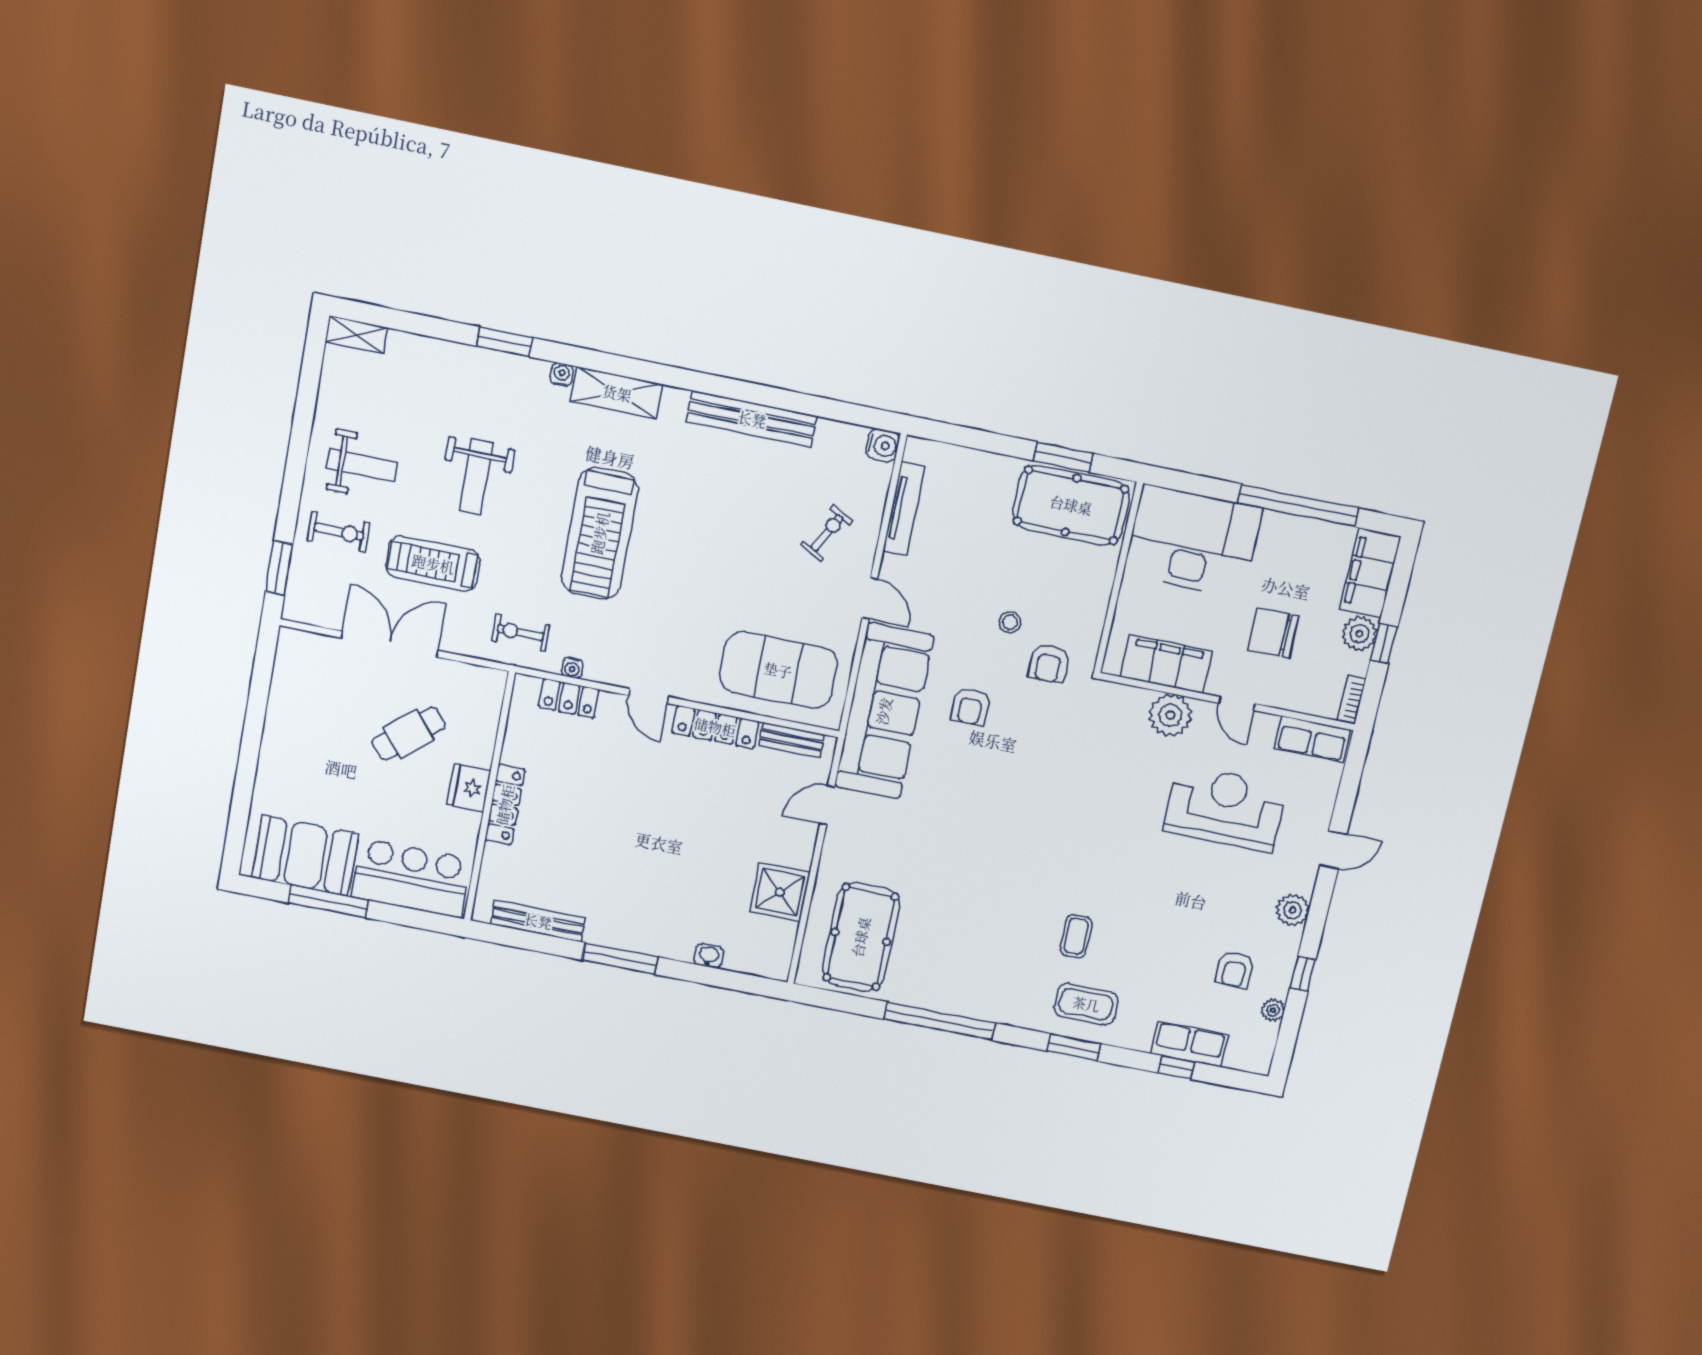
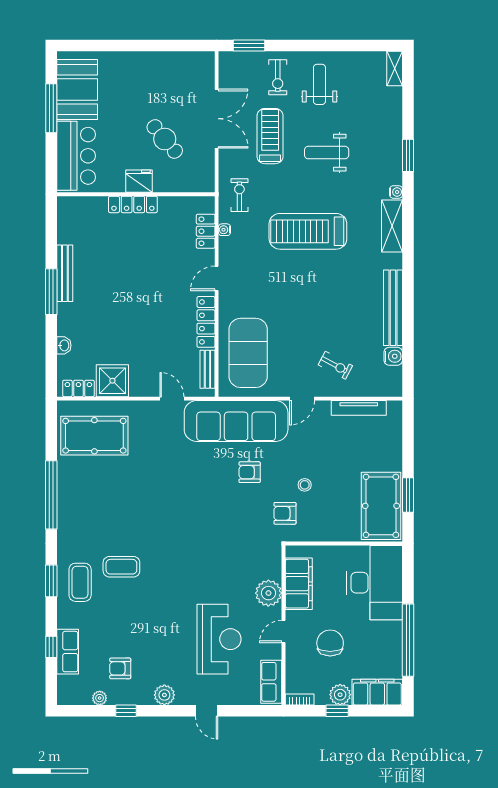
water cooler: (883, 445) -> (393, 356), moved, turned -90
weight bench: (362, 465) -> (319, 84), turned 180
bench: (538, 921) -> (65, 273), moved
coffee table: (1076, 936) -> (121, 567), width x1.36, depth x1.30
locker: (781, 947) -> (78, 388), added

